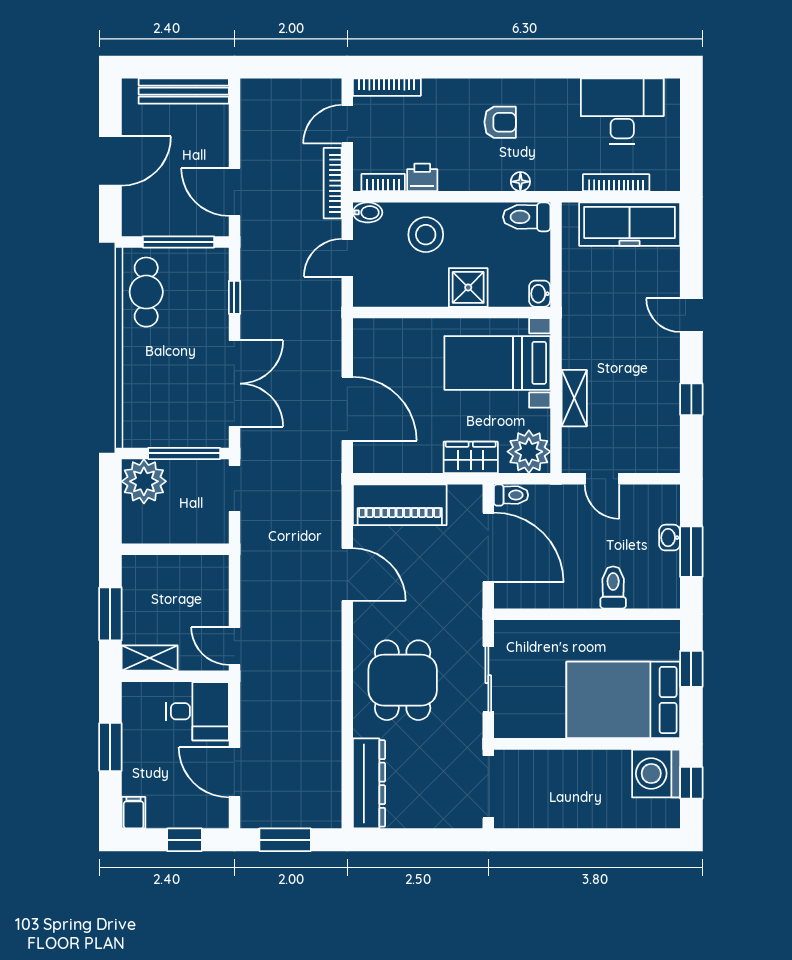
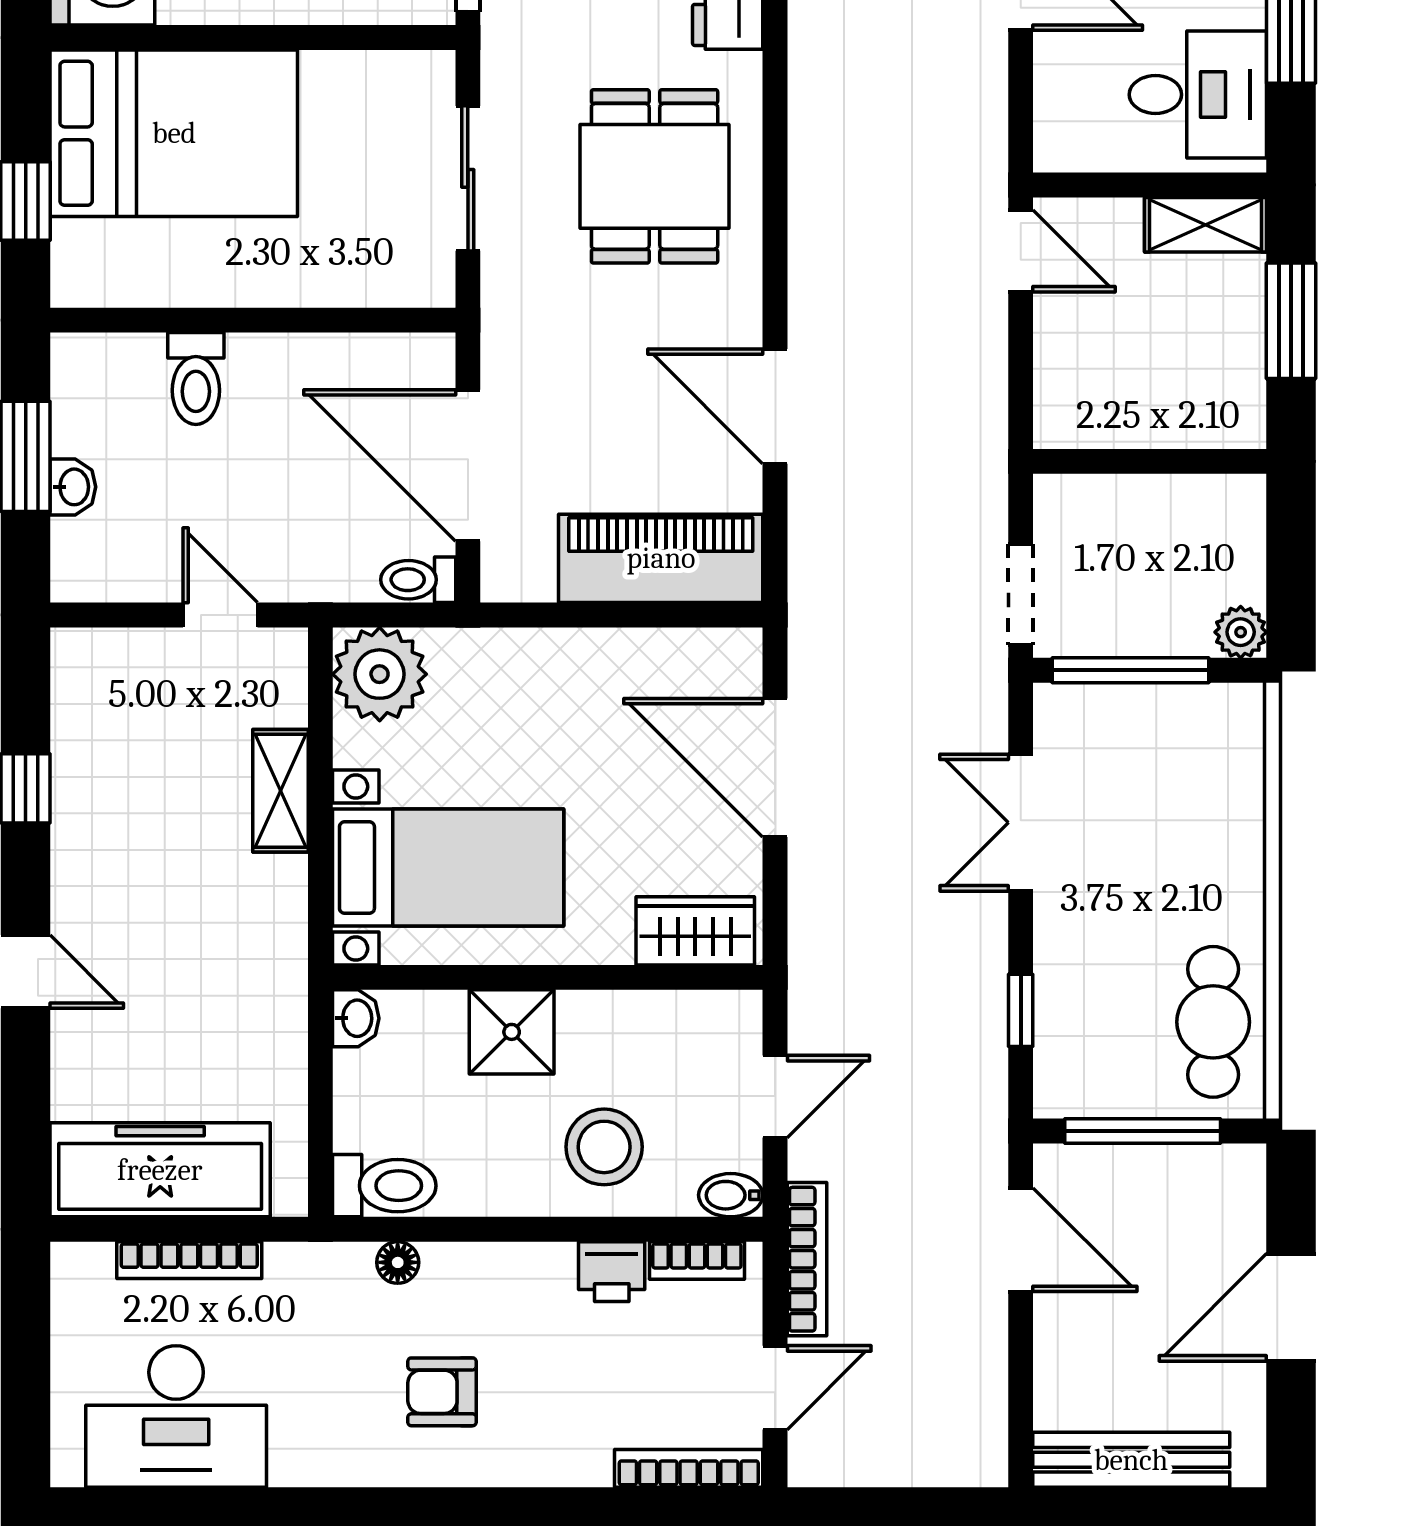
double door: (234, 384) -> (1021, 823), width x0.73
wardrobe: (471, 457) -> (695, 931), moved, turned 180
plant: (144, 481) -> (1241, 632), width x0.53, depth x0.53
desk: (197, 711) -> (1198, 95), moved, turned 180

